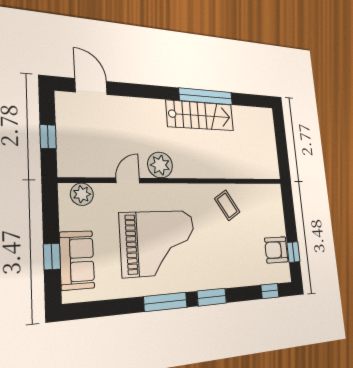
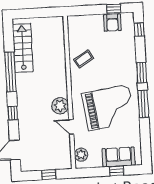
window: (148, 92) -> (13, 113), added
stairs: (200, 115) -> (23, 48), moved
grand piano: (159, 243) -> (109, 108), turned 82

